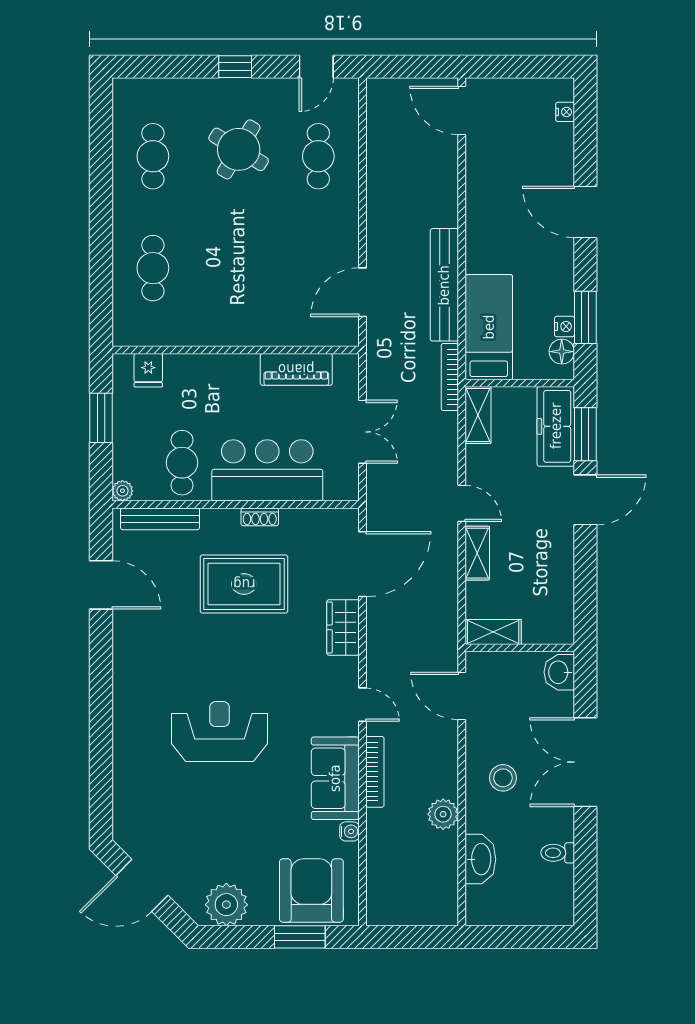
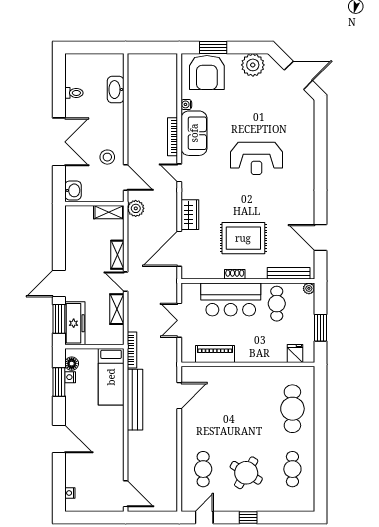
cafe table: (153, 268) -> (292, 409), width x1.37, depth x1.35
shelving: (478, 415) -> (117, 309), moved
stool: (503, 778) -> (107, 157), moved
plant: (443, 814) -> (136, 208), moved

